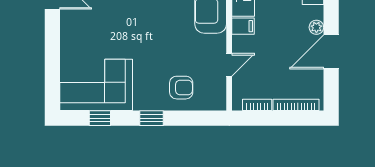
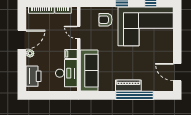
door: (229, 65) -> (79, 32), hinge flipped
corner sofa: (96, 85) -> (146, 26), width x1.36, depth x1.36

